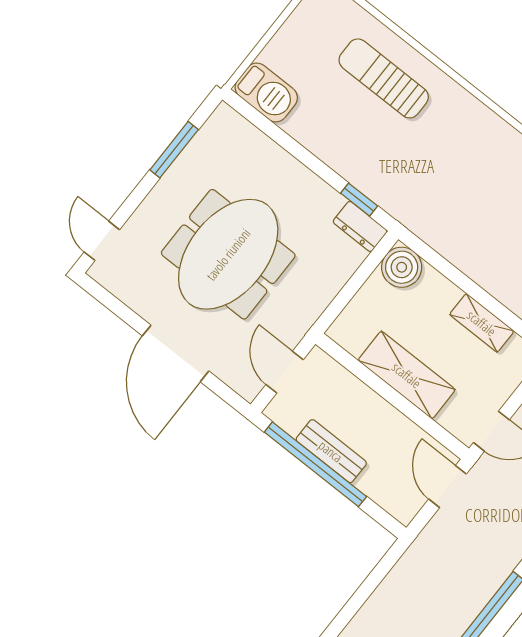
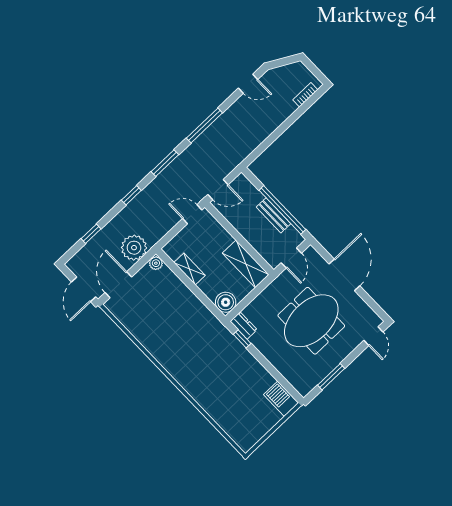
sun lounger: (384, 78) -> (222, 398), removed
shelving: (407, 375) -> (246, 264), moved
door: (447, 487) -> (218, 190), hinge flipped

